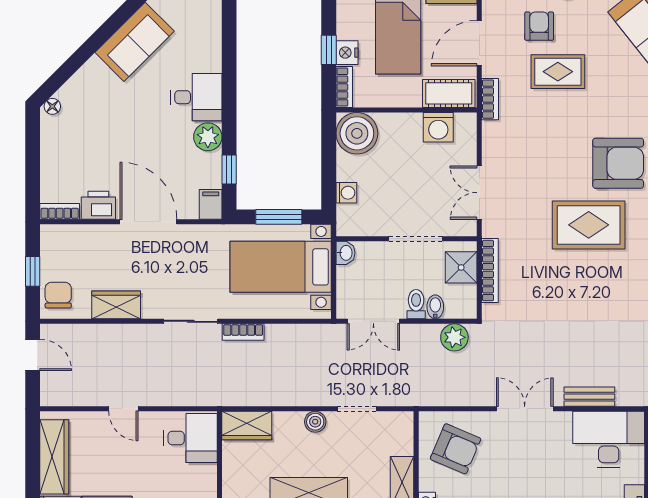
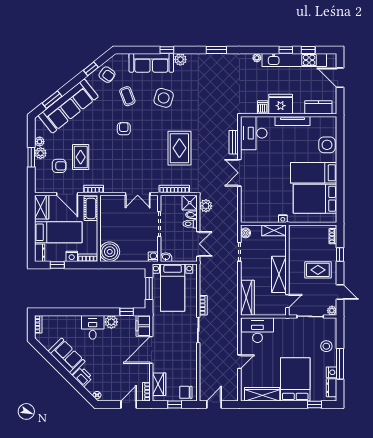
armchair: (539, 26) -> (59, 166), turned 180
window: (329, 50) -> (57, 265), moved
washing machine: (438, 127) -> (107, 213), removed
armchair: (618, 163) -> (124, 129), width x0.53, depth x0.53
door: (33, 173) -> (129, 404), added
washing machine: (346, 193) -> (153, 257), moved
filing cabinet: (211, 204) -> (143, 326), width x2.00
printer: (98, 205) -> (83, 377), moved, turned 135
rug: (589, 225) -> (179, 148), moved
shower: (461, 267) -> (190, 203), moved
wardrobe: (116, 305) -> (159, 384), moved, turned 180
boiler: (315, 422) -> (245, 233), moved
wardrobe: (247, 426) -> (247, 298), width x1.50
desk: (190, 438) -> (257, 330), width x1.37
armchair: (456, 449) -> (258, 205), removed

